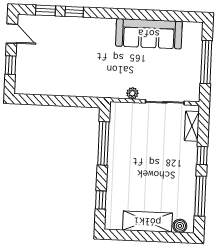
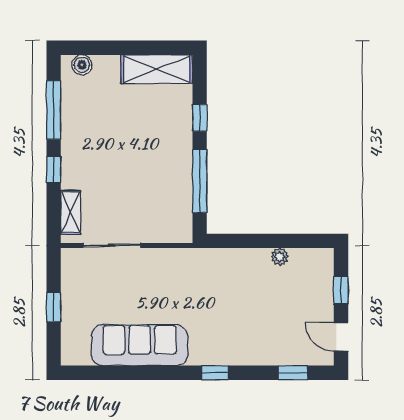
window: (74, 12) -> (215, 373), moved
window: (206, 62) -> (54, 307), width x0.46
plant: (132, 93) -> (280, 257), moved
window: (101, 200) -> (200, 118), moved
shelving: (147, 222) -> (157, 69), moved

